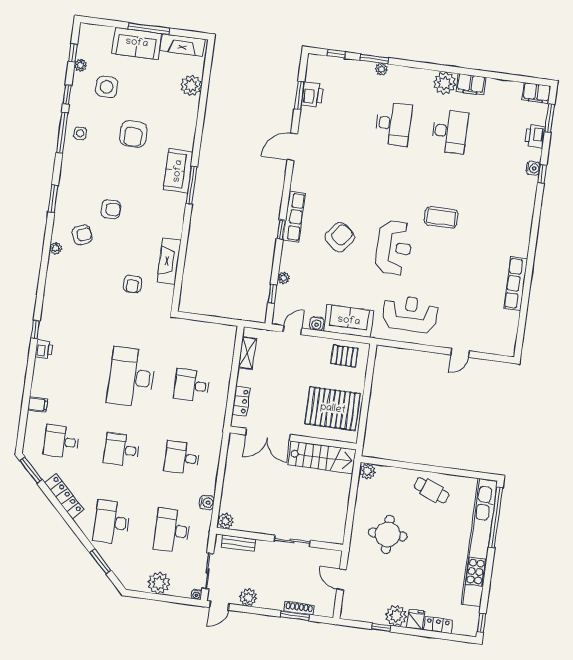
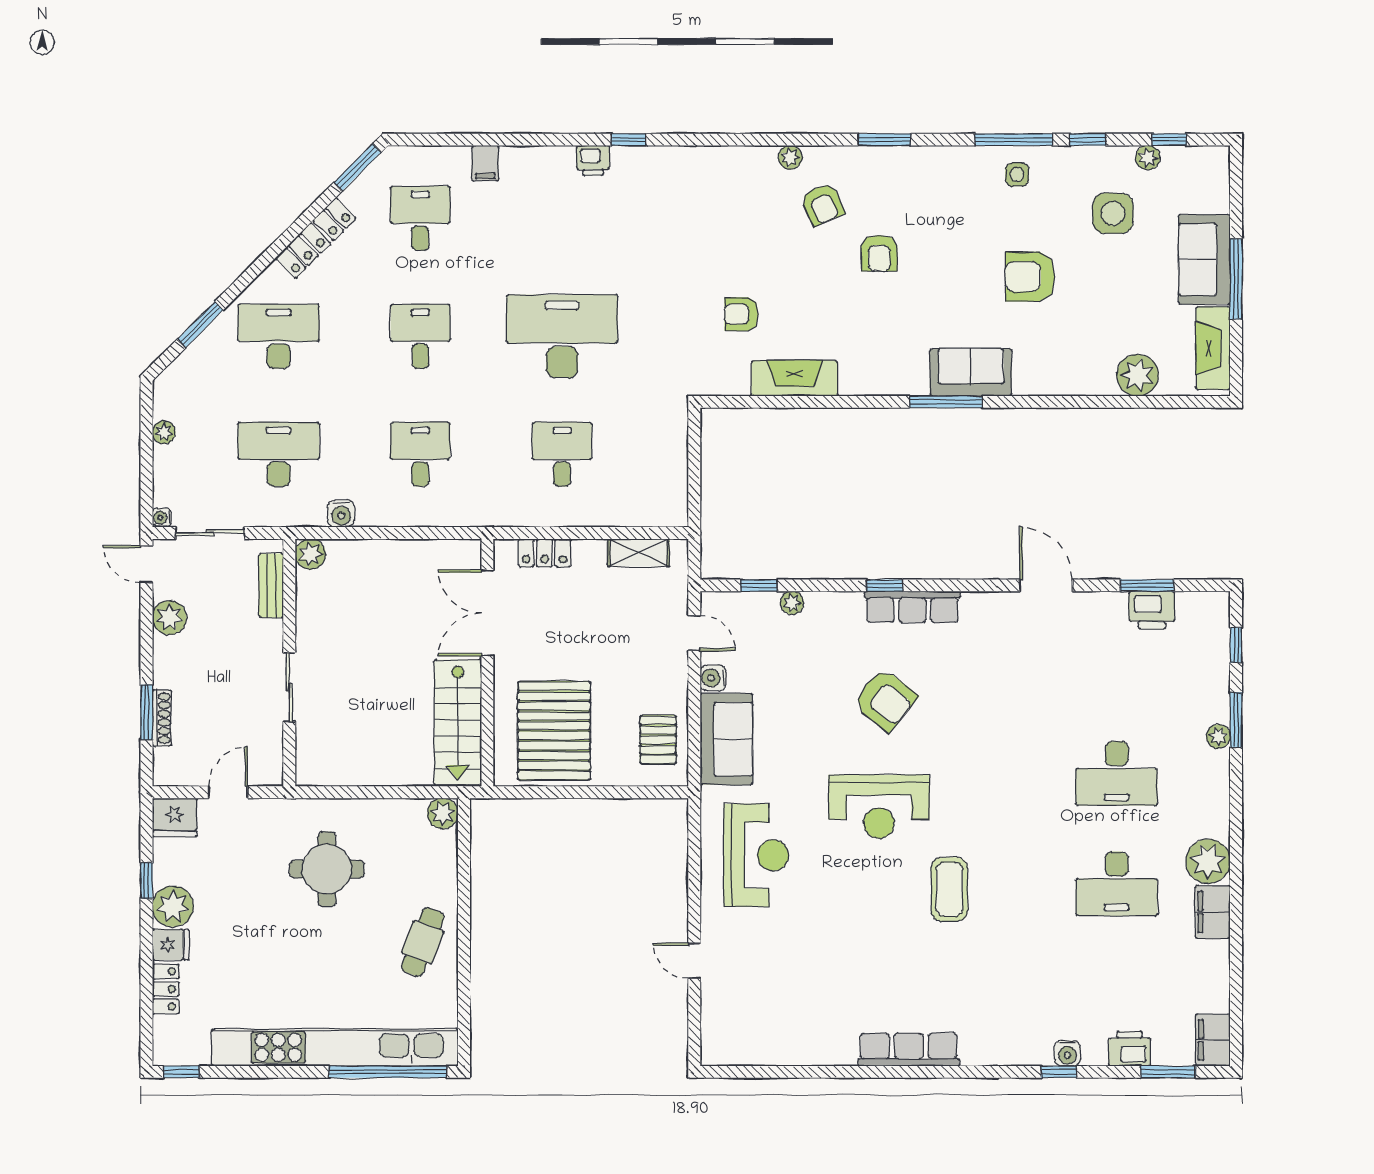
row of seats: (516, 284) -> (909, 1050), moved
plant: (159, 583) -> (164, 432), width x0.53, depth x0.53
fridge: (351, 609) -> (175, 817), added

